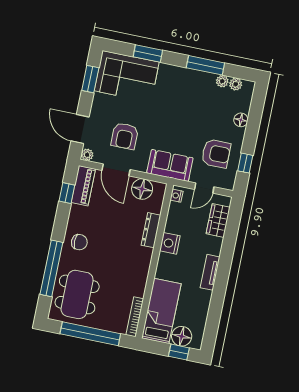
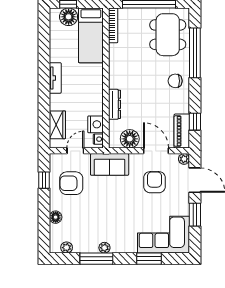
window: (90, 79) -> (195, 215), moved
plant: (222, 81) -> (104, 248), moved
nightstand: (170, 243) -> (96, 124), moved

